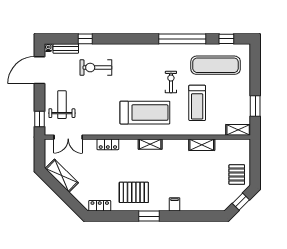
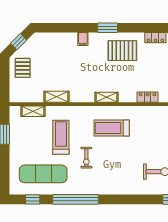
treadmill: (145, 113) -> (112, 128), width x0.73, depth x0.73
shelving: (238, 130) -> (33, 111), moved

